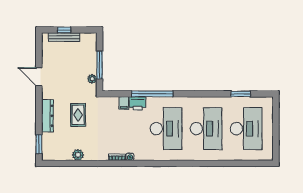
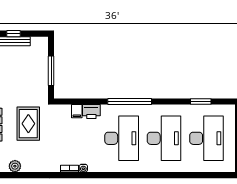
plant: (92, 79) -> (43, 86), removed
window: (152, 94) -> (130, 101), moved
rug: (78, 115) -> (28, 124), width x1.36, depth x1.43
plant: (78, 155) -> (15, 166), moved

